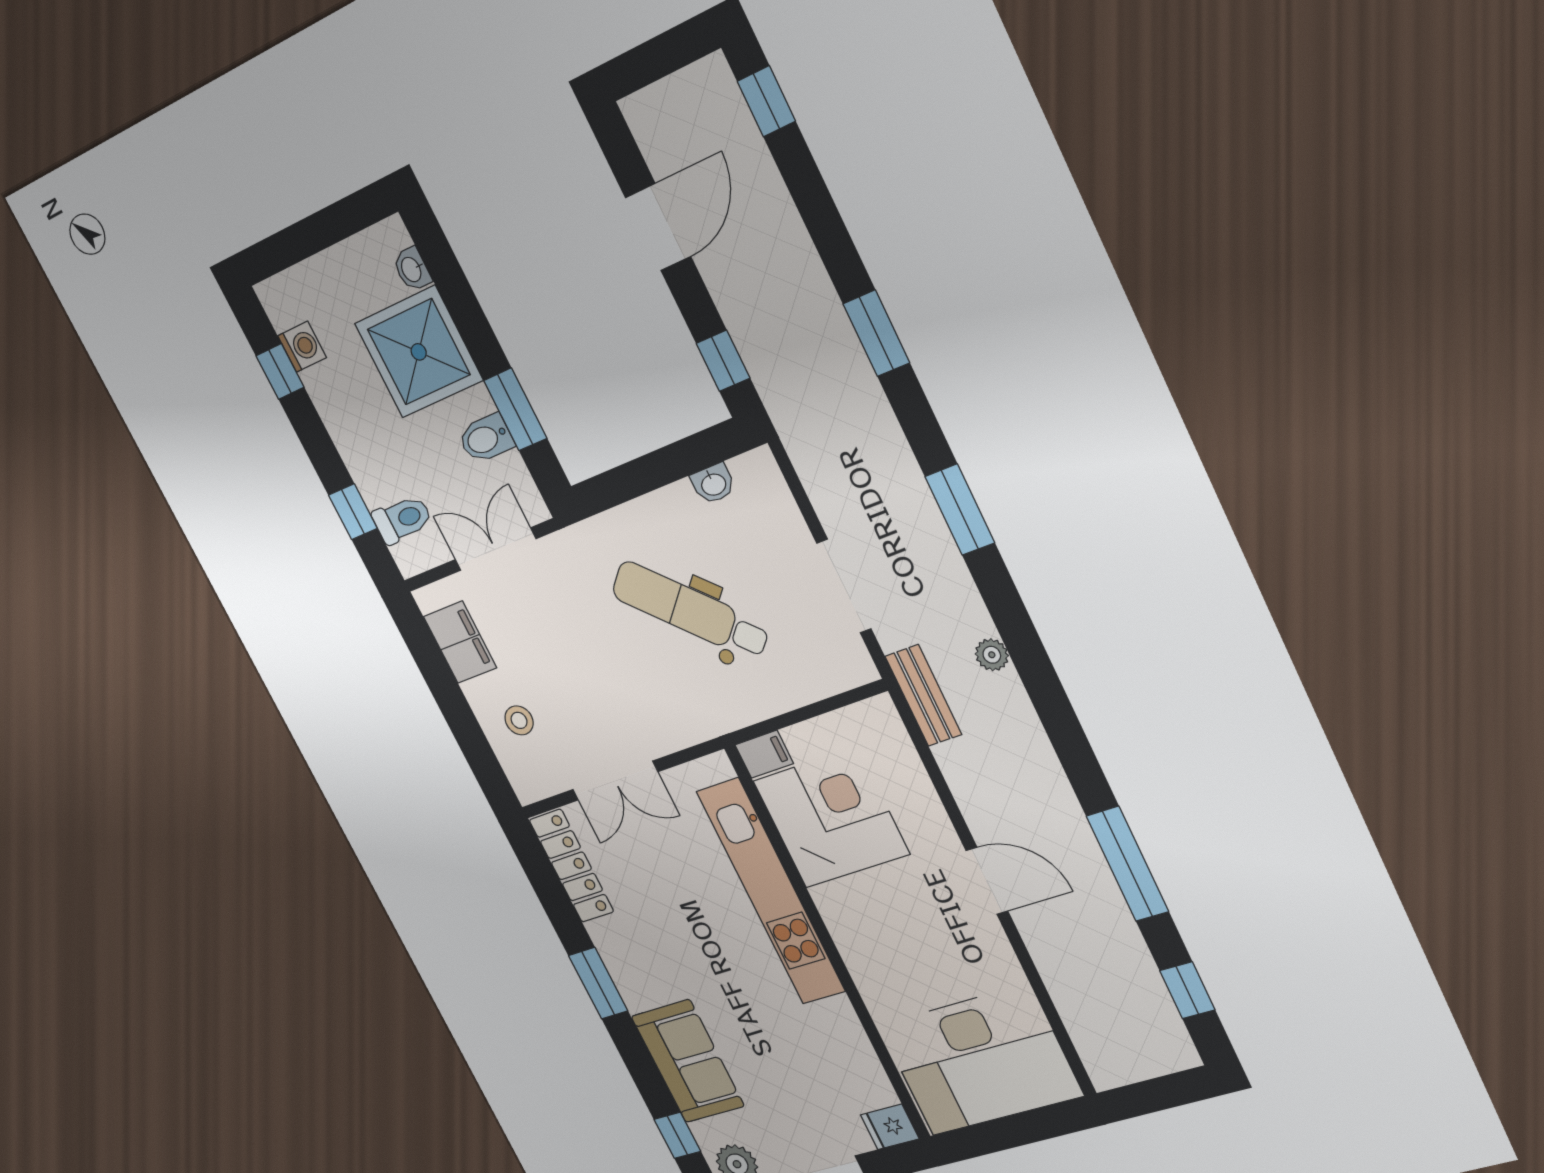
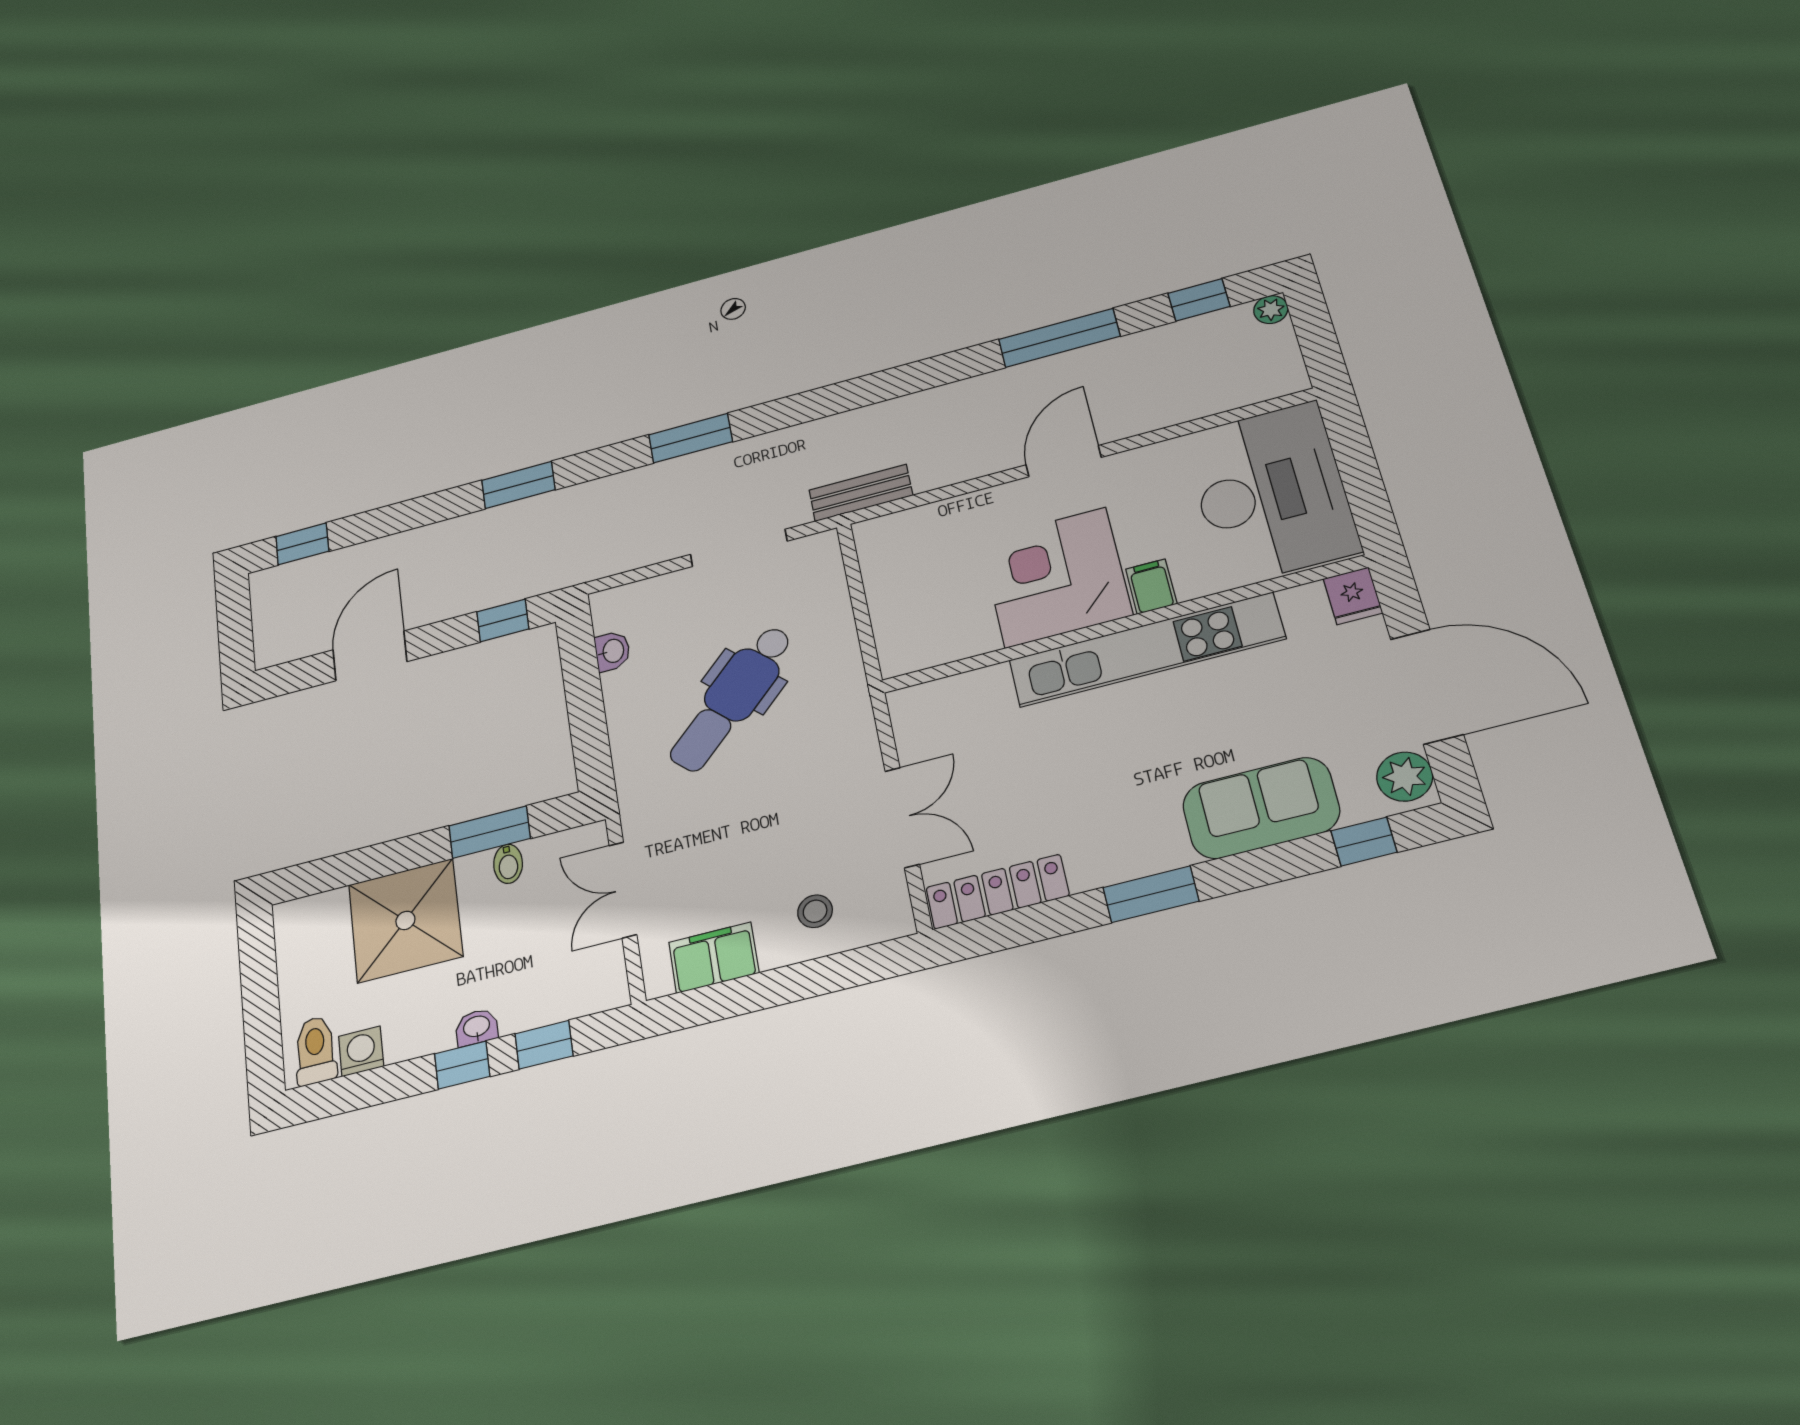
door: (658, 227) -> (370, 656), hinge flipped
washbasin: (412, 269) -> (477, 1027), moved, turned 180
window: (280, 371) -> (462, 1065), moved
bidet: (486, 438) -> (508, 864), width x0.72, depth x0.74
toilet: (402, 519) -> (315, 1051), moved
plant: (992, 655) -> (1271, 310), moved
filing cabinet: (764, 754) -> (1151, 586), moved
corner desk: (831, 818) -> (1056, 577), moved
kitchen unit: (771, 892) -> (1146, 650), moved

